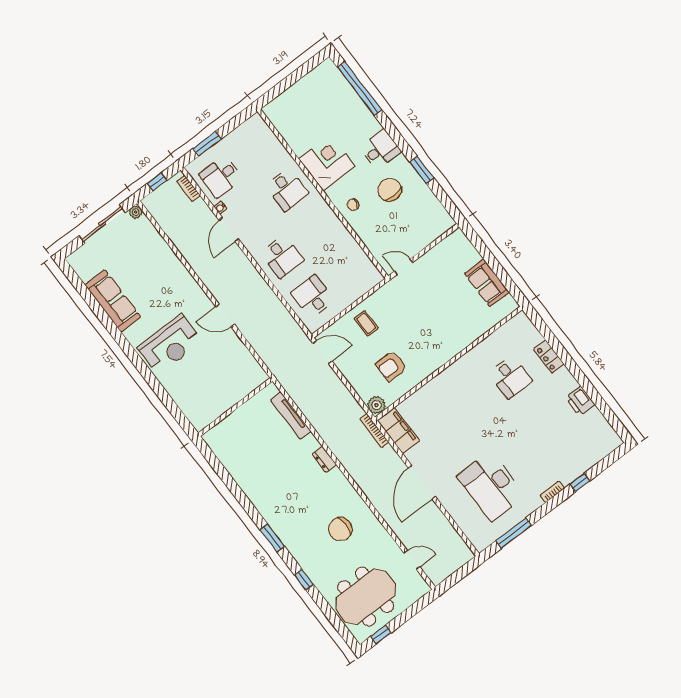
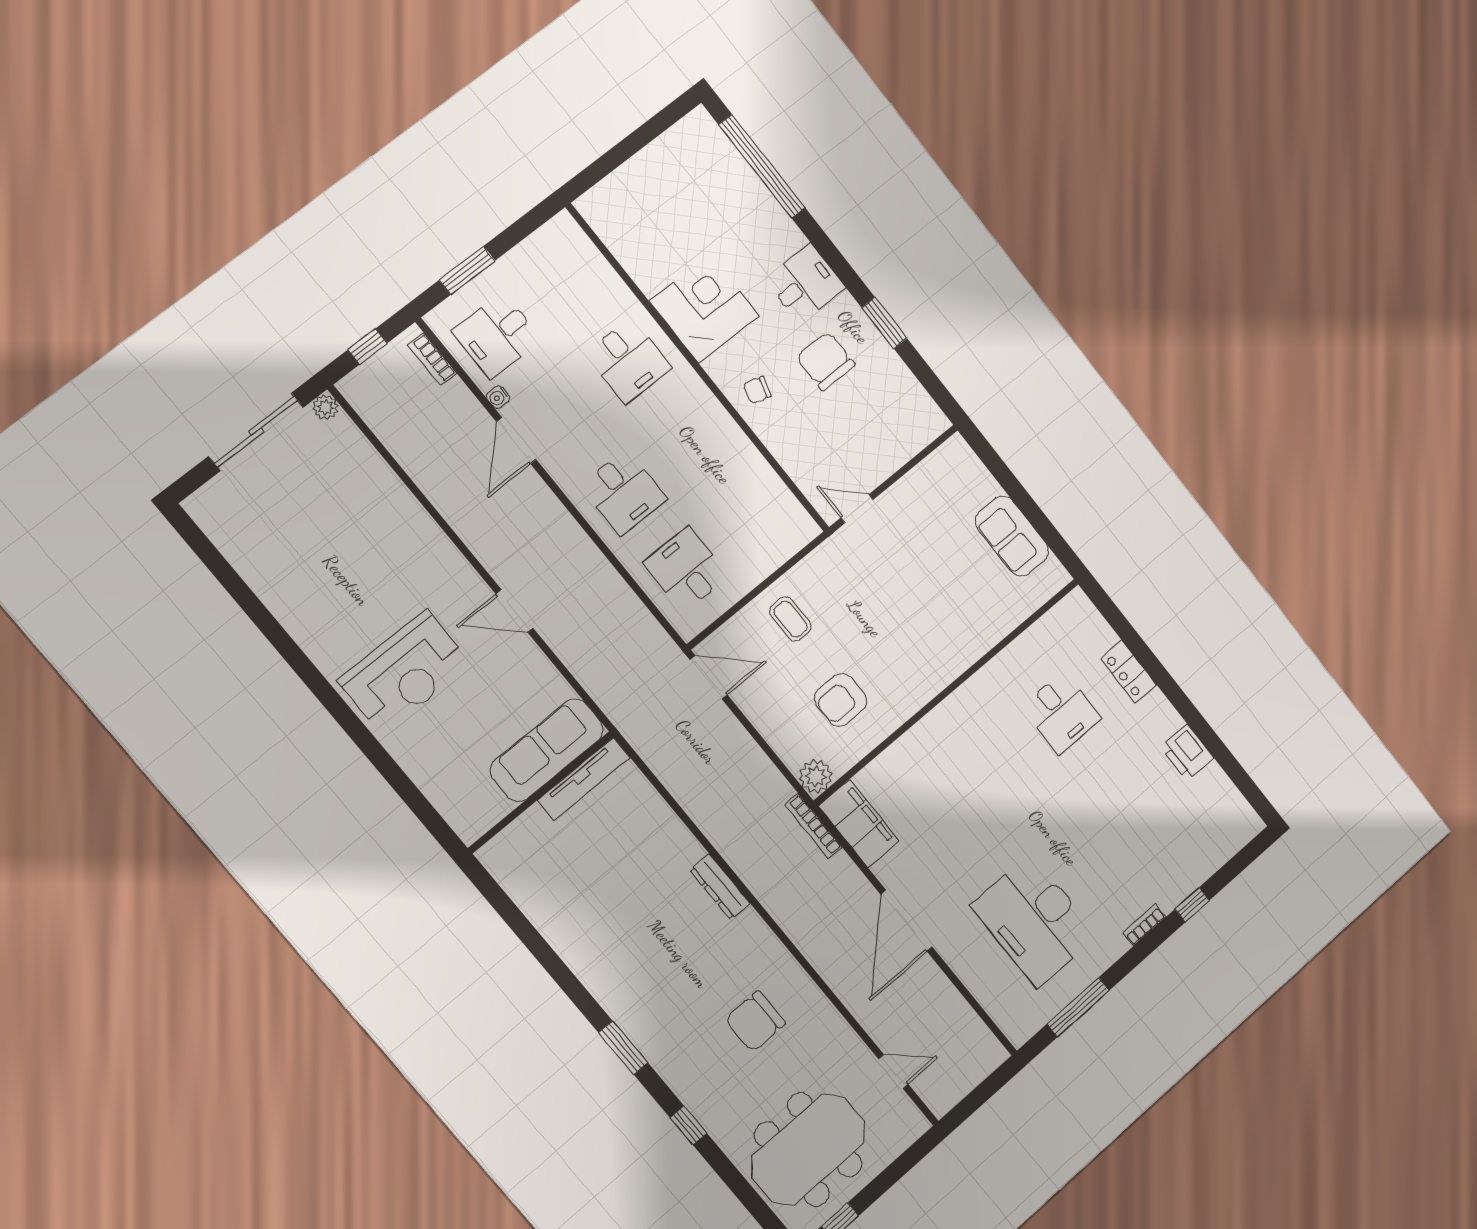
sofa: (113, 301) -> (547, 750), moved, turned -90
tv unit: (291, 416) -> (584, 779), moved, turned -90
dresser: (324, 459) -> (720, 887), width x1.44

